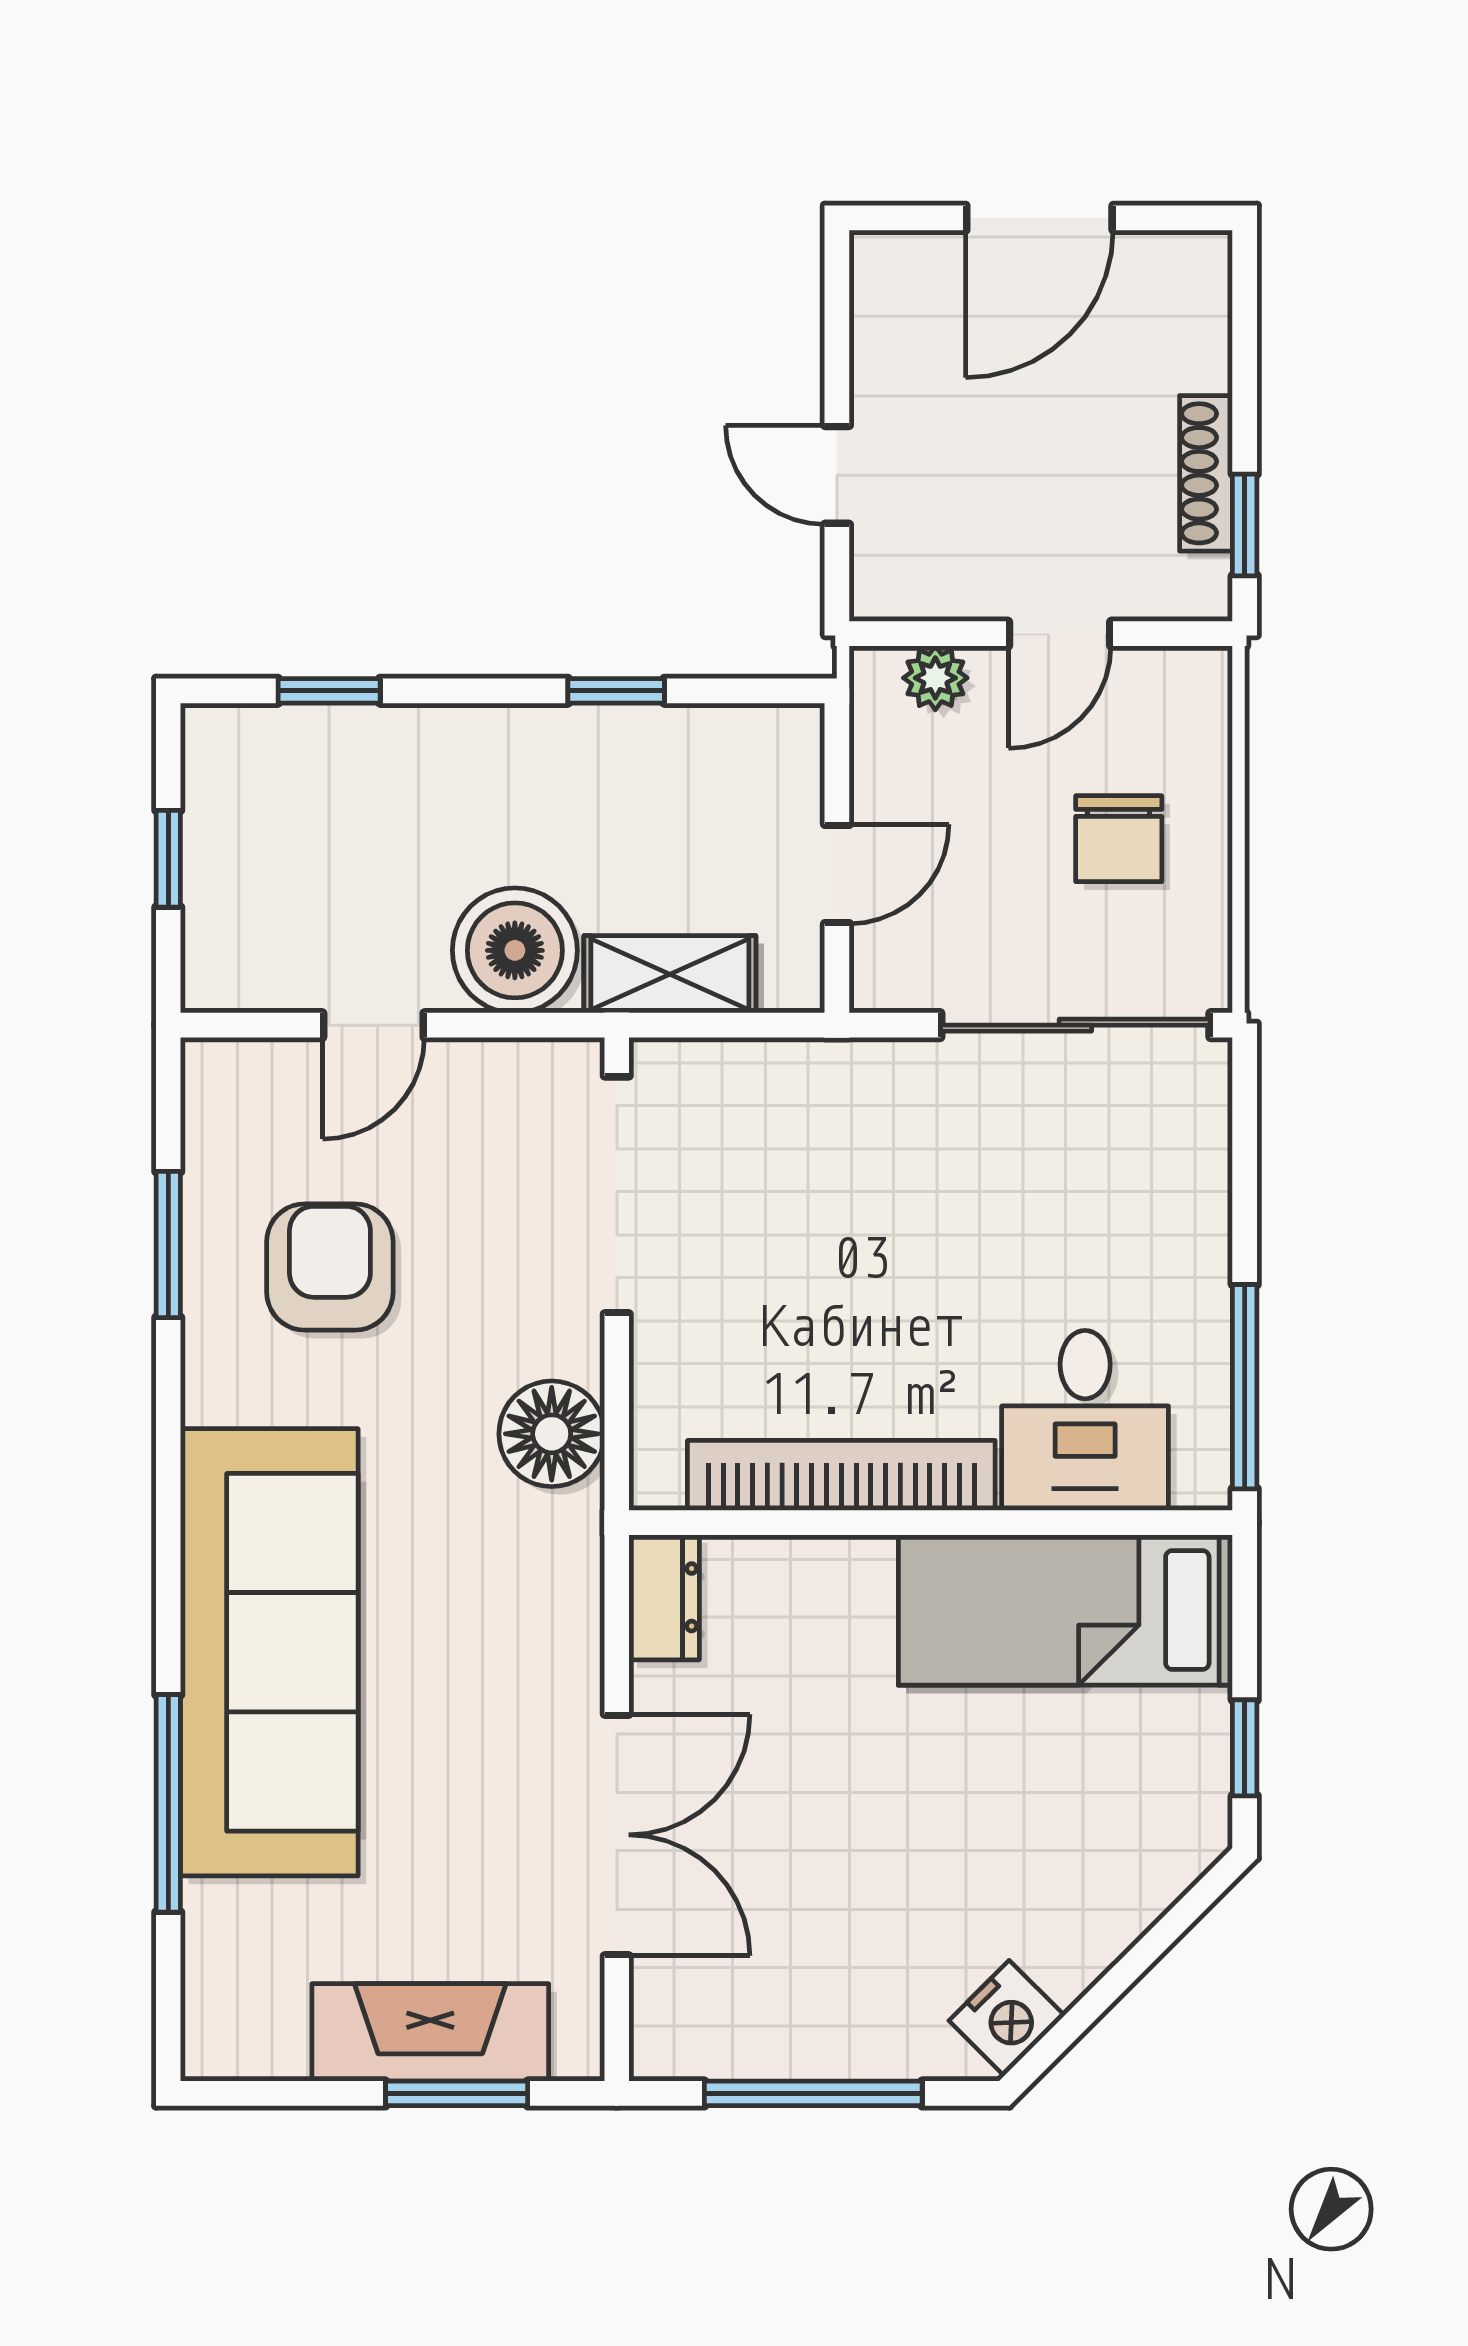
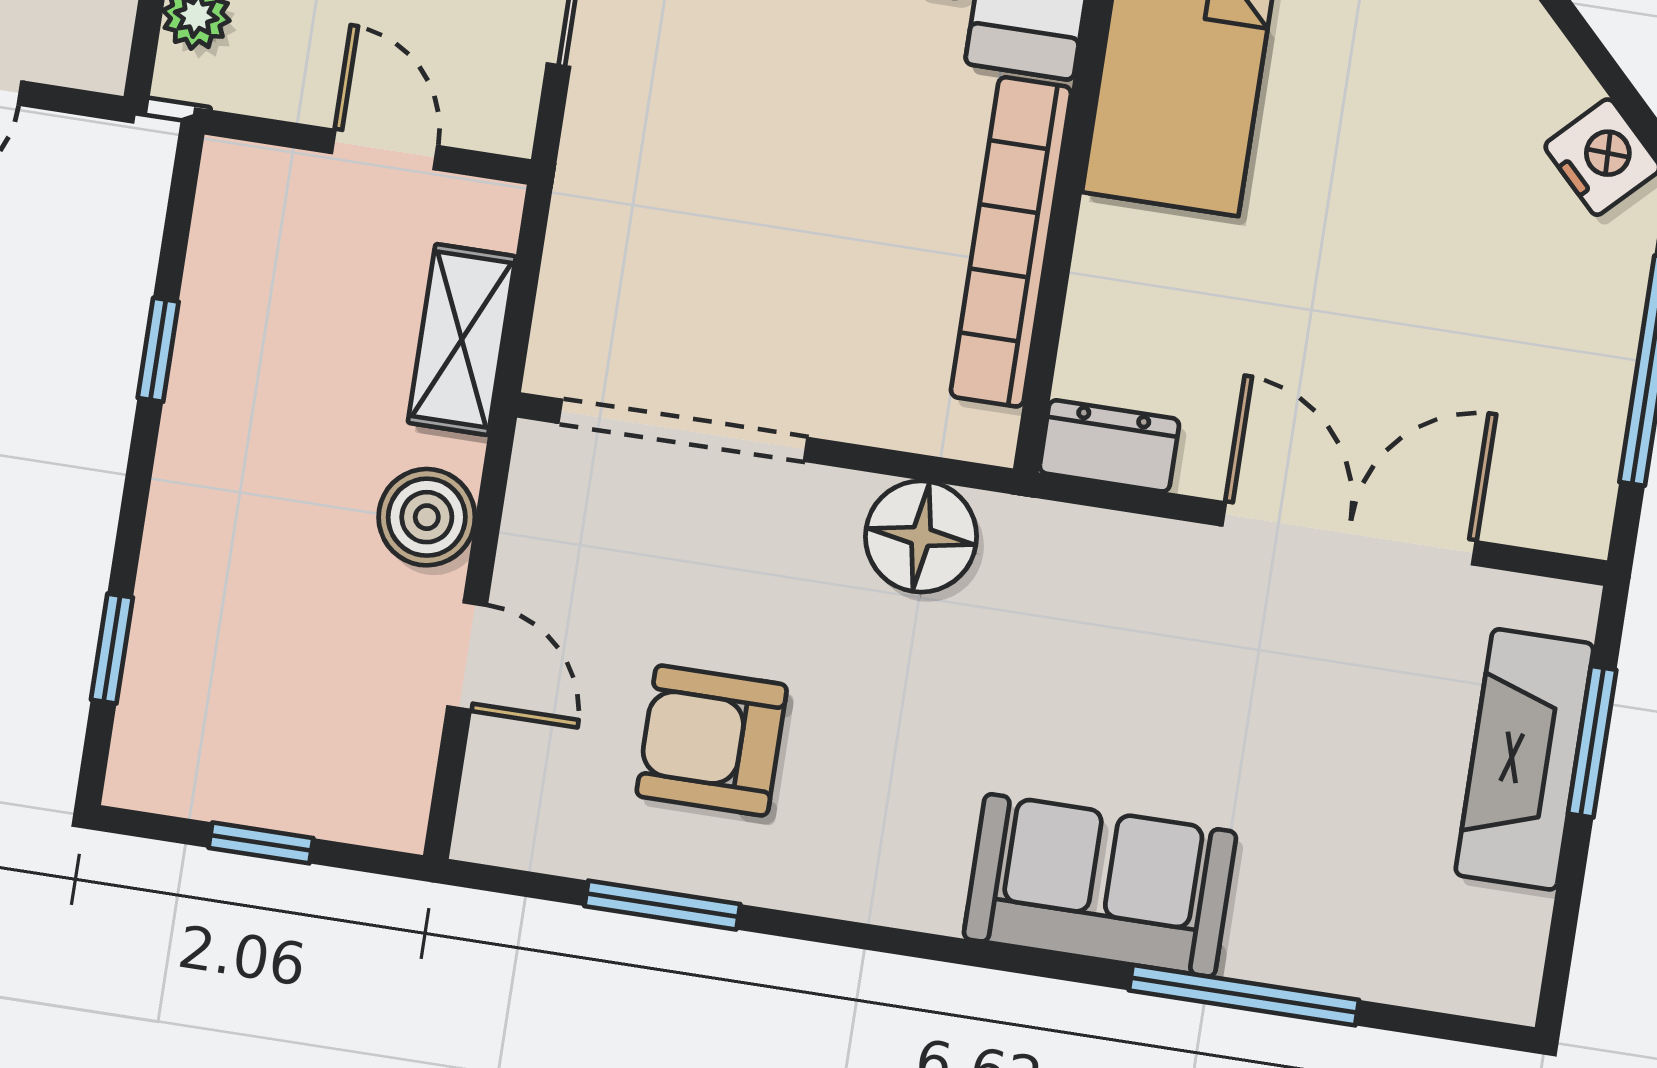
boiler: (515, 950) -> (427, 517), width x0.73, depth x0.73
sofa: (269, 1652) -> (1100, 885), width x0.54, depth x0.79

